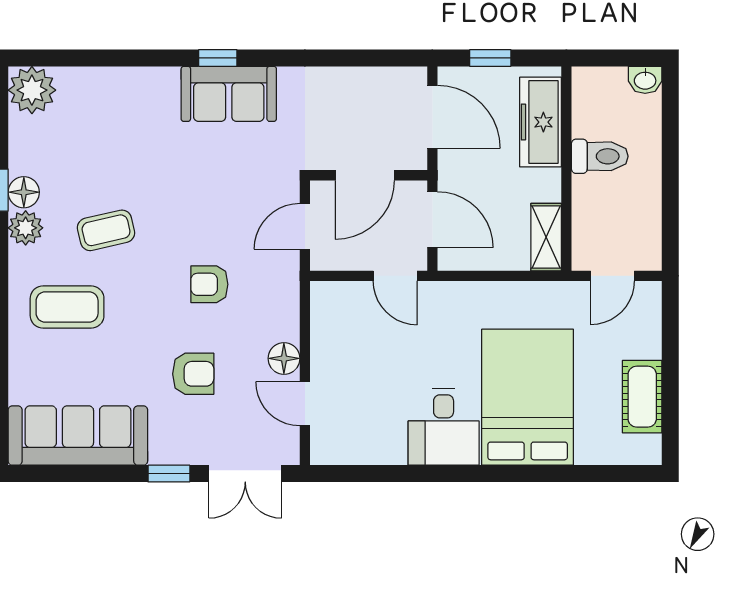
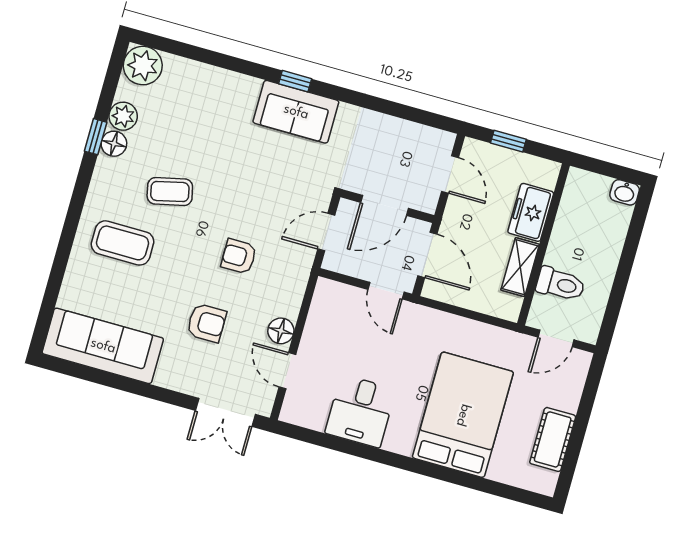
door: (432, 117) -> (450, 174), width x0.73
freezer: (541, 122) -> (531, 212), width x0.71
toilet: (600, 156) -> (560, 284), moved
plant: (26, 228) -> (123, 116), moved
shelving: (546, 237) -> (520, 267), moved
desk: (444, 427) -> (360, 411), moved
window: (169, 474) -> (166, 396), removed

